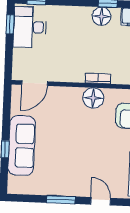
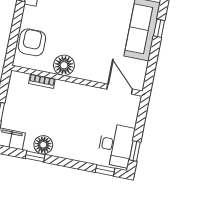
bookcase: (98, 78) -> (42, 81), moved
door: (35, 83) -> (120, 89), hinge flipped

